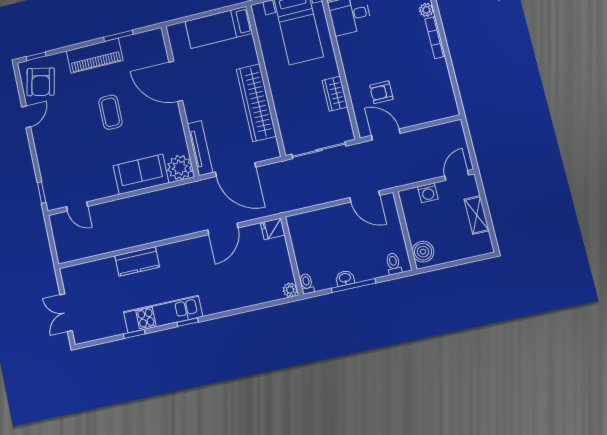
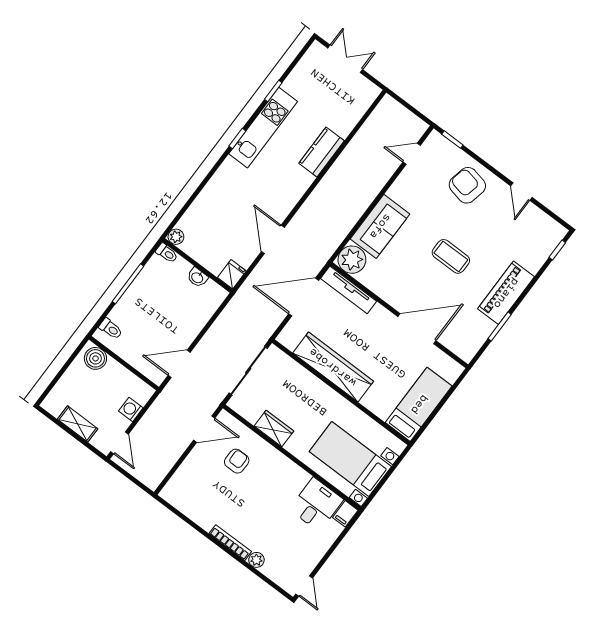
armchair: (41, 82) -> (467, 185), moved
washbasin: (345, 278) -> (197, 277), moved, turned 90

